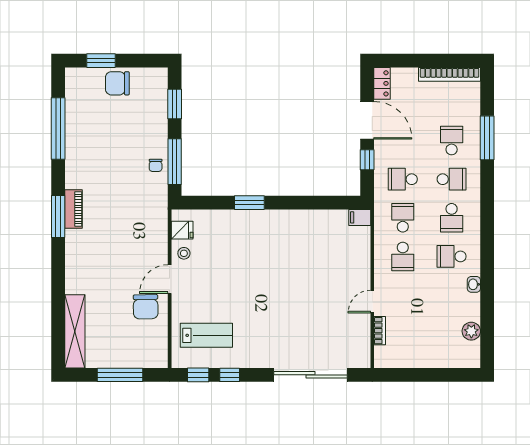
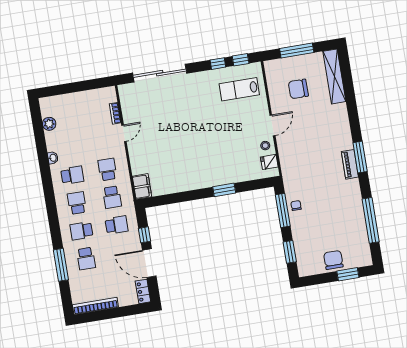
chair: (117, 83) -> (333, 260), turned -90
filing cabinet: (360, 217) -> (142, 186), width x2.00
chair: (146, 307) -> (298, 89), moved, turned -89

